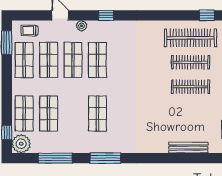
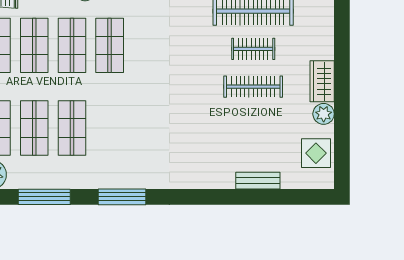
clothes rail: (190, 62) -> (253, 49), width x0.73
shop shelf: (97, 113) -> (72, 128), moved
bench: (188, 148) -> (258, 181), width x0.73

